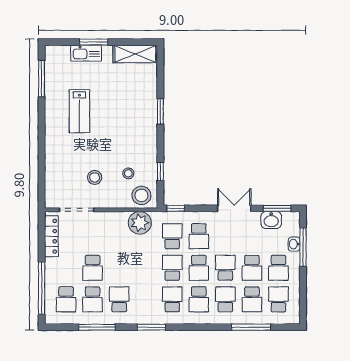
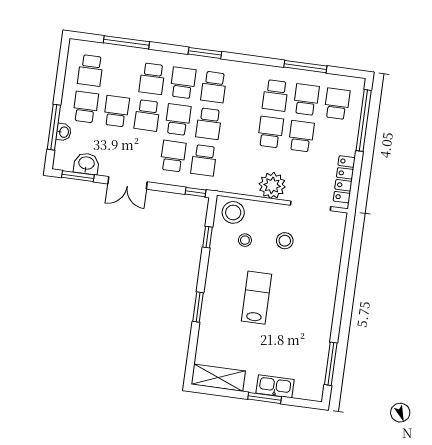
lab bench: (79, 111) -> (256, 298), moved
plant: (140, 223) -> (272, 185), moved
school desk: (252, 299) -> (270, 132), moved
window: (151, 327) -> (205, 53), moved

